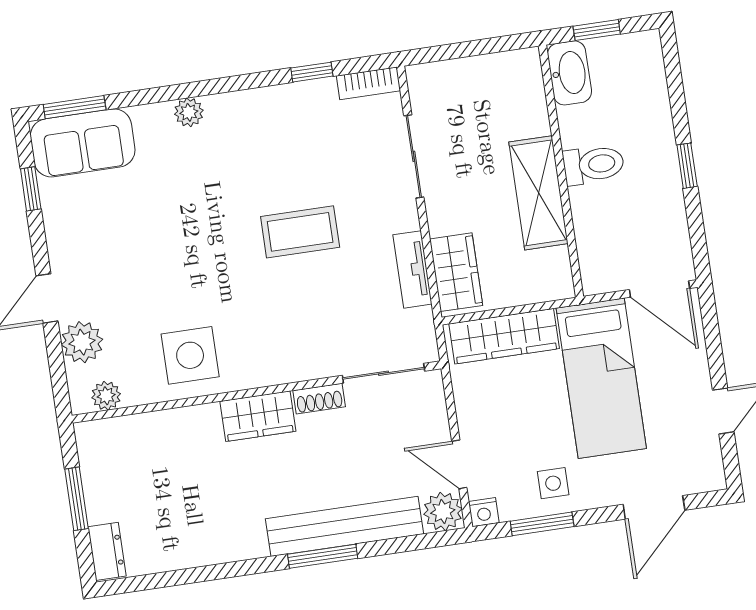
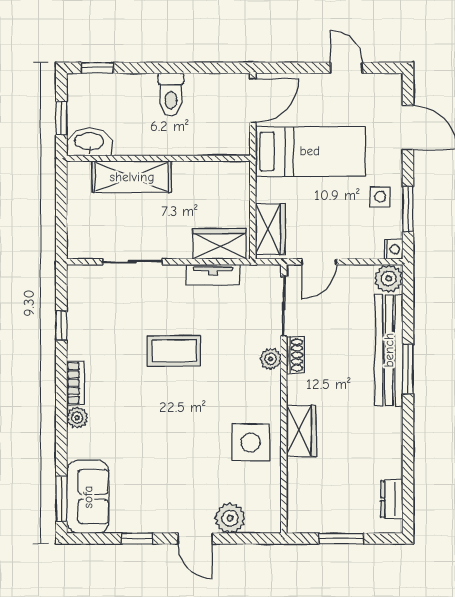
bookcase: (368, 83) -> (75, 383), moved
toilet: (594, 165) -> (171, 94), moved, turned 180
window: (687, 166) -> (97, 68), moved
window: (31, 189) -> (137, 539), moved
shelving: (538, 193) -> (132, 177), moved
coffee table: (300, 232) -> (174, 351), turned 90
wardrobe: (504, 336) -> (270, 229), width x0.67
plant: (106, 396) -> (271, 359), moved
wardrobe: (258, 416) -> (301, 431), moved
door: (459, 464) -> (319, 262), moved
dresser: (107, 551) -> (392, 499), moved, turned -90

